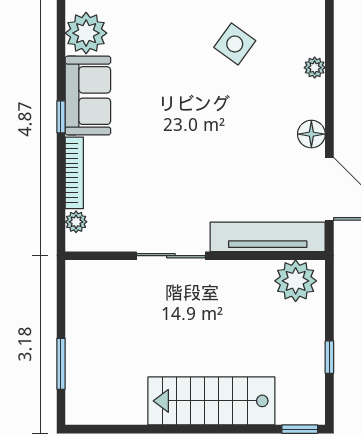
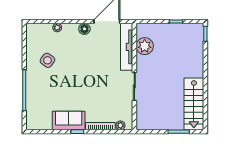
plant: (86, 33) -> (43, 121), removed
plant: (296, 281) -> (145, 46), moved
stairs: (211, 401) -> (194, 104), moved

